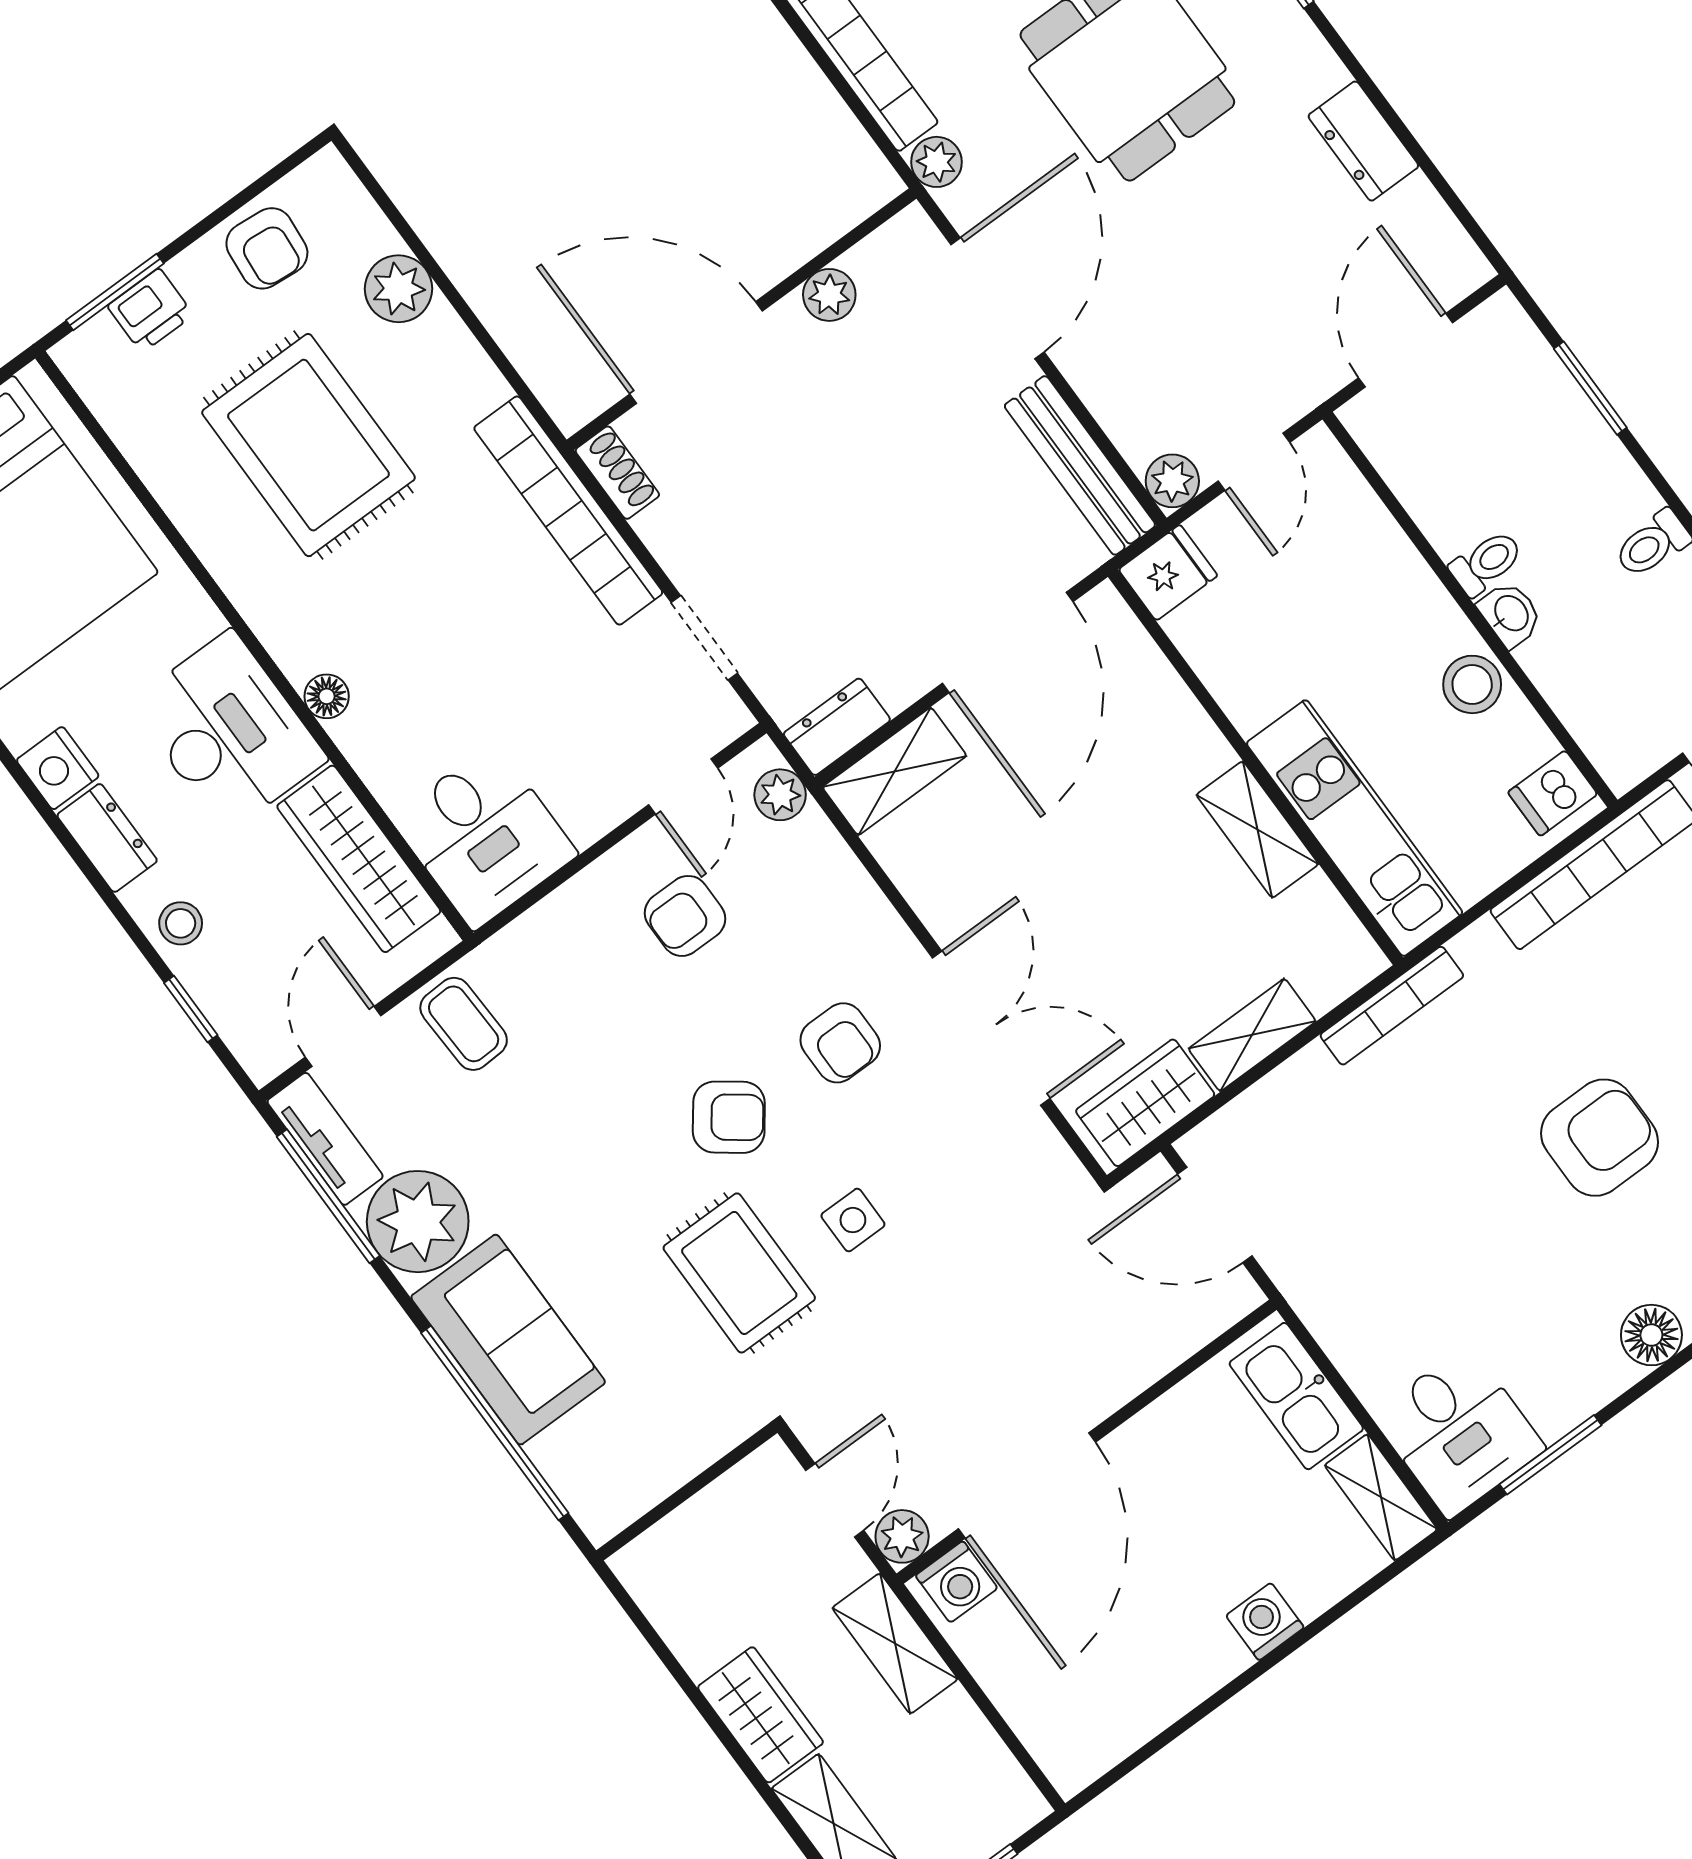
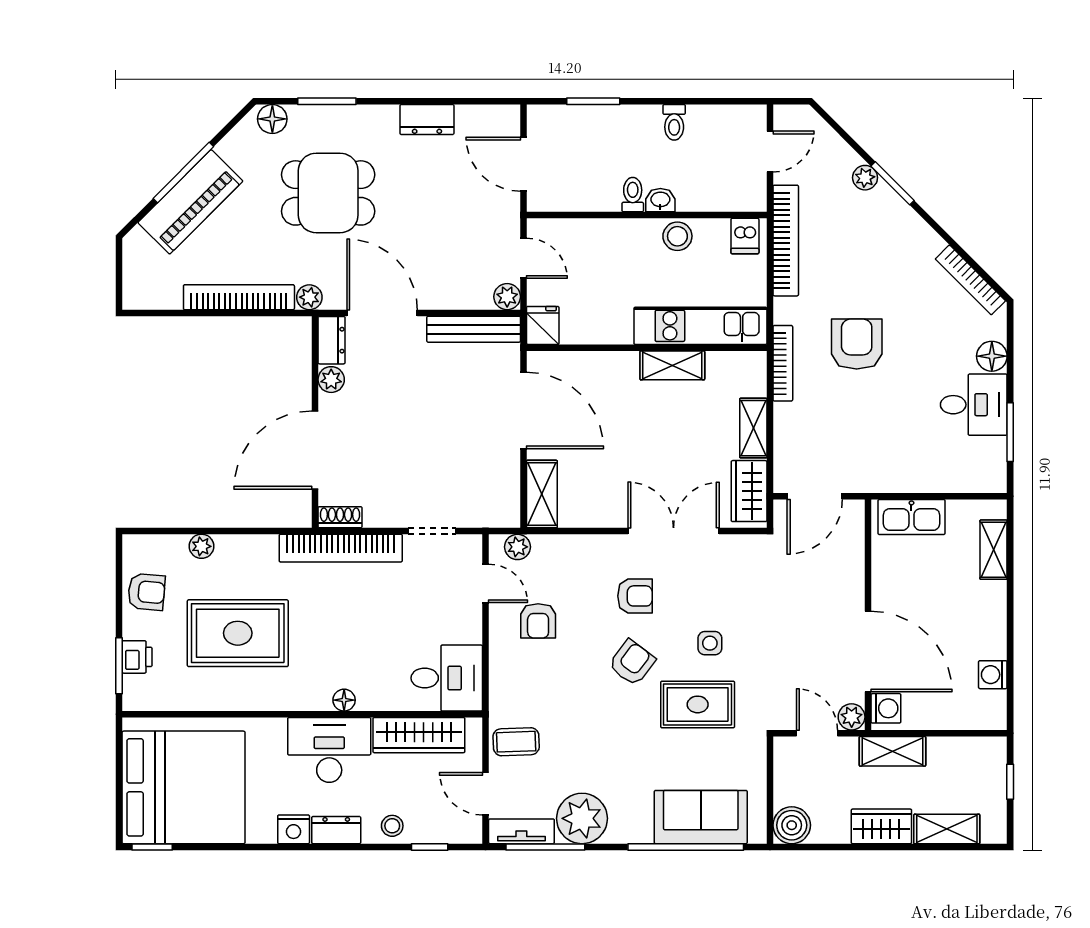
plant: (398, 289) -> (201, 546), width x0.73, depth x0.73
dresser: (837, 727) -> (332, 340), moved, turned 180
armchair: (1600, 1138) -> (857, 344), moved
sofa: (508, 1340) -> (701, 817), moved
desk: (1459, 1432) -> (974, 405), moved
shelving: (1381, 1497) -> (994, 550), moved, turned 90
boiler: (656, 1568) -> (792, 825), added
washing machine: (1265, 1622) -> (993, 675), moved

